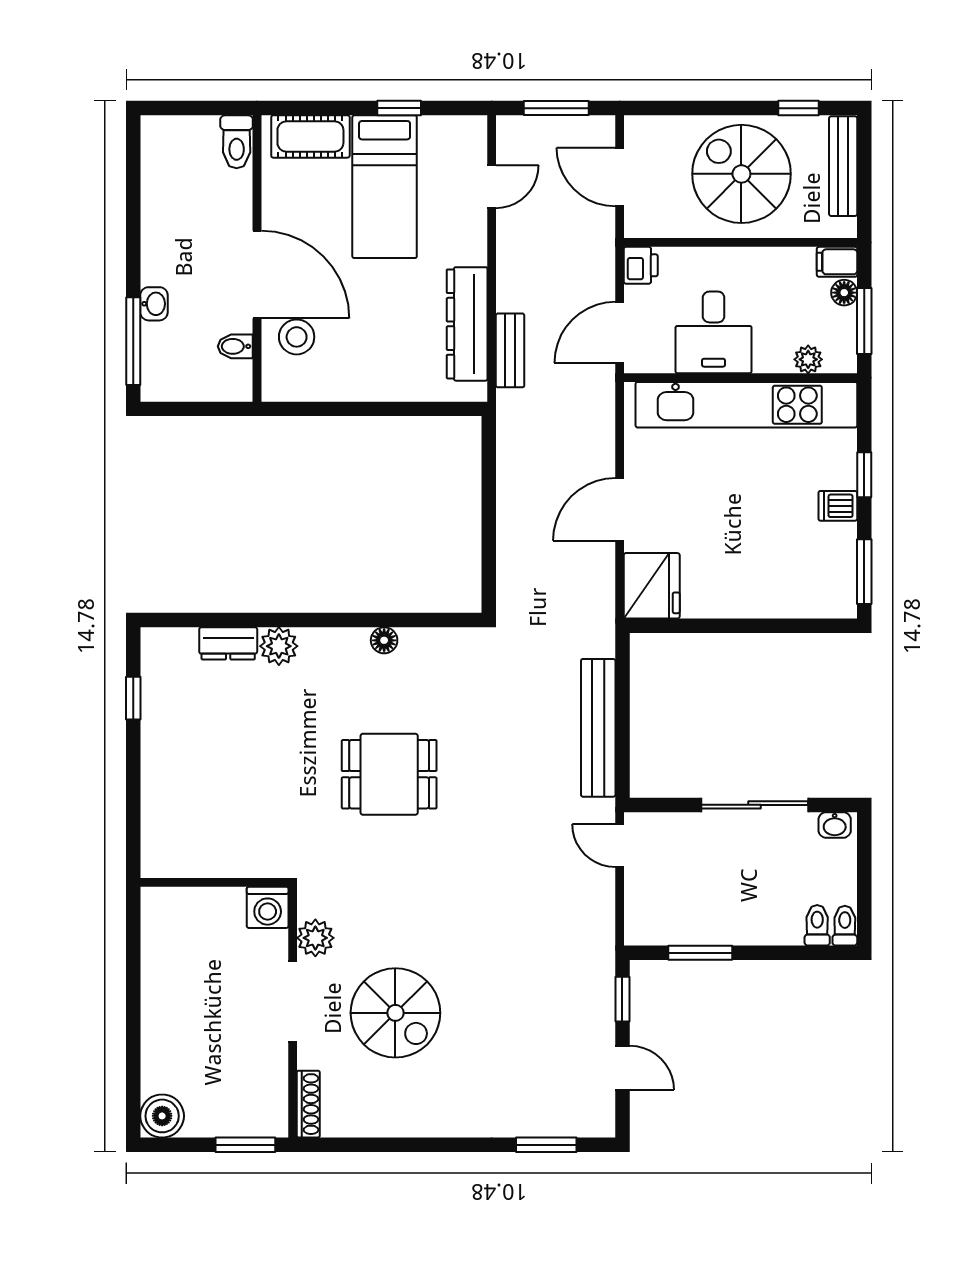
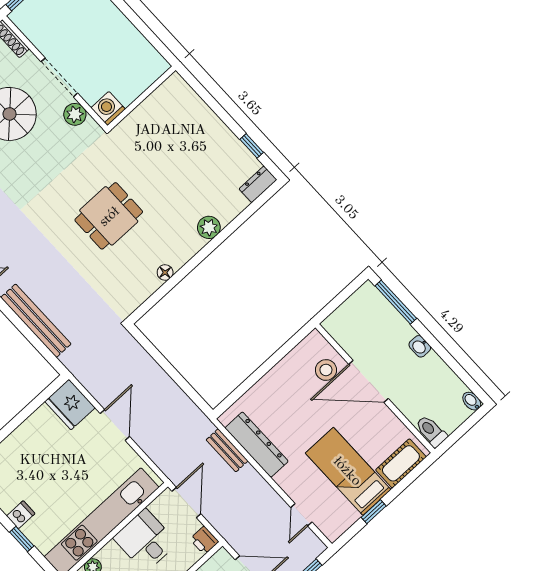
washbasin: (154, 304) -> (420, 346), moved
bidet: (235, 346) -> (472, 401), moved, turned -90
dresser: (228, 643) -> (258, 184), moved

